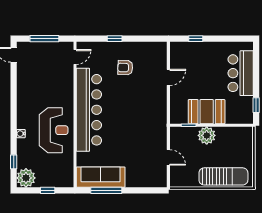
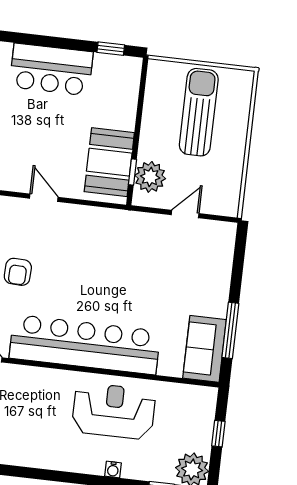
booth: (207, 112) -> (109, 162), moved
plant: (207, 135) -> (150, 177), moved
sun lounger: (223, 176) -> (199, 112), moved
sofa: (101, 177) -> (205, 349), width x0.73

